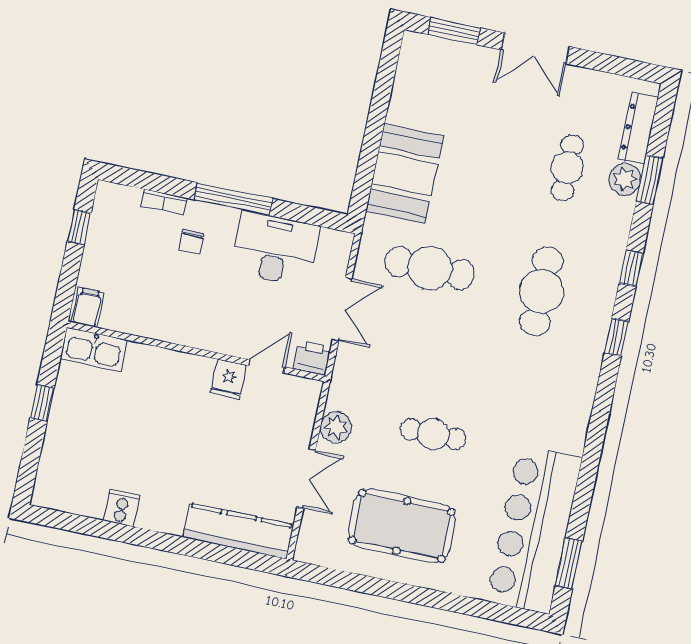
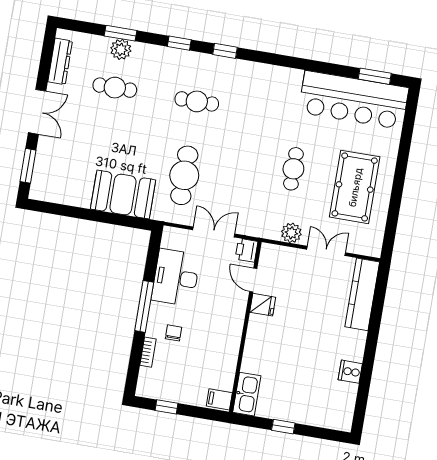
dresser: (638, 129) -> (60, 61), moved, turned -90
chair: (191, 242) -> (173, 333), turned -90
cafe table: (541, 291) -> (197, 101), width x0.73, depth x0.74

